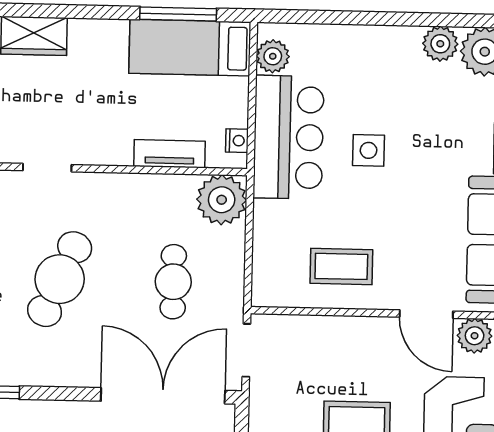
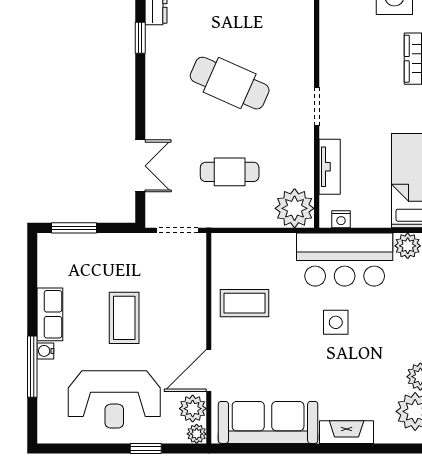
doorway: (47, 168) -> (317, 106), moved
coffee table: (341, 266) -> (244, 303), turned 90
double door: (163, 396) -> (140, 166), width x0.54

